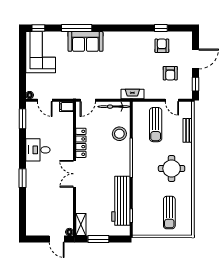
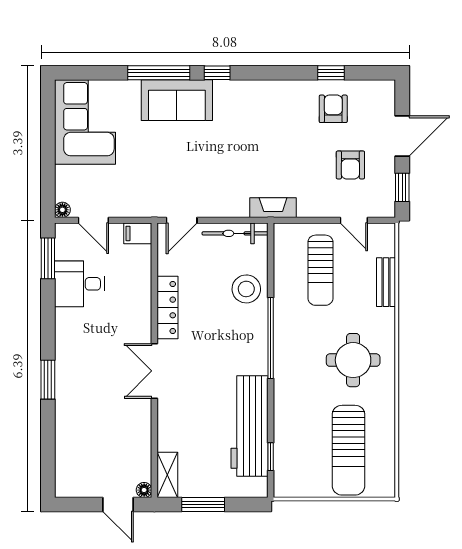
window: (38, 28) -> (217, 73), moved
desk: (38, 150) -> (79, 284), moved
sun lounger: (169, 213) -> (349, 450), width x1.36, depth x1.34

